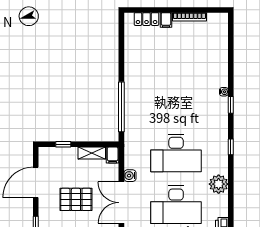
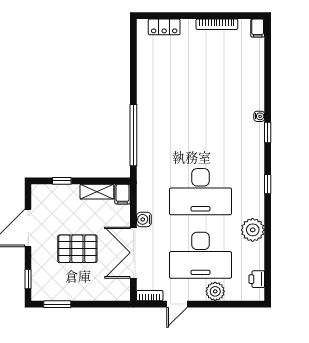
filing cabinet: (166, 20) -> (258, 28), moved

